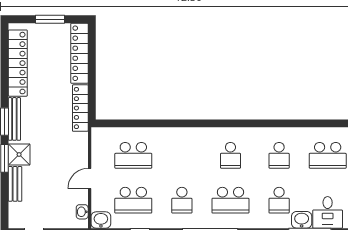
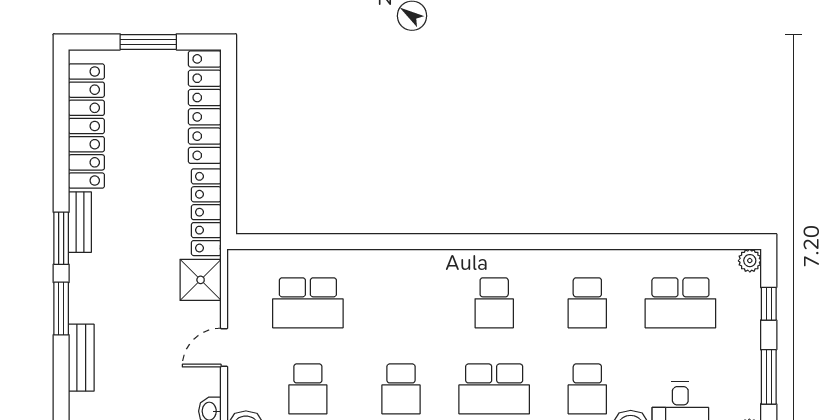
bench: (14, 119) -> (80, 222), width x0.73
shower: (19, 155) -> (201, 280), moved
school desk: (133, 200) -> (308, 389), width x0.54

